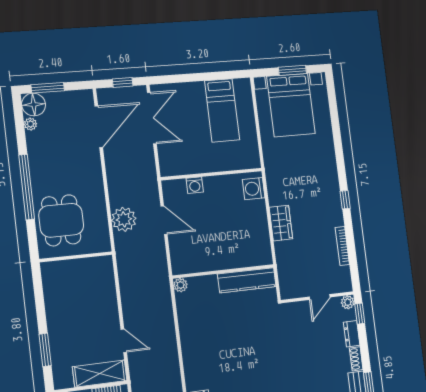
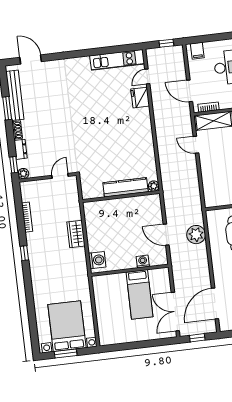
bed: (222, 110) -> (140, 294), moved, turned 180
kitchen counter: (247, 280) -> (126, 187), moved
door: (320, 297) -> (60, 176), moved

